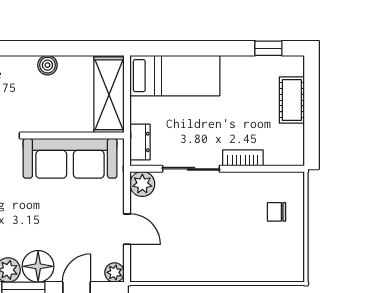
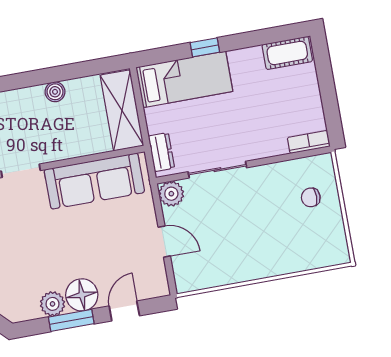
window: (268, 48) -> (205, 47), moved
cot: (292, 100) -> (287, 53), moved, turned 90
bookcase: (243, 158) -> (309, 142), moved
plant: (115, 272) -> (159, 287), removed

